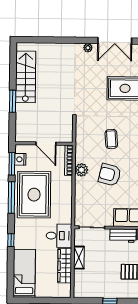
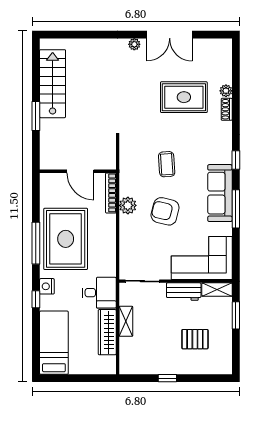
nightstand: (20, 159) -> (47, 286), moved
window: (12, 164) -> (36, 199), removed

